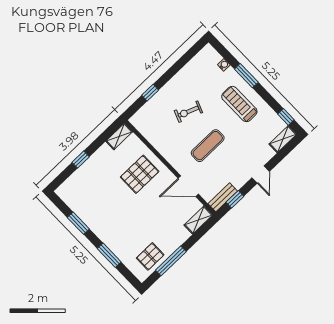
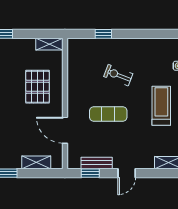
pallet: (140, 174) -> (37, 87), turned 90
bench: (223, 197) -> (97, 163), moved
shelving: (198, 220) -> (36, 162), moved

